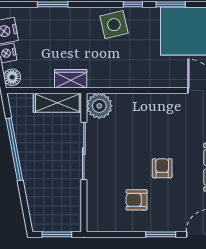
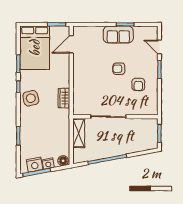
wardrobe: (71, 79) -> (64, 98), moved
plant: (99, 106) -> (81, 107), removed

